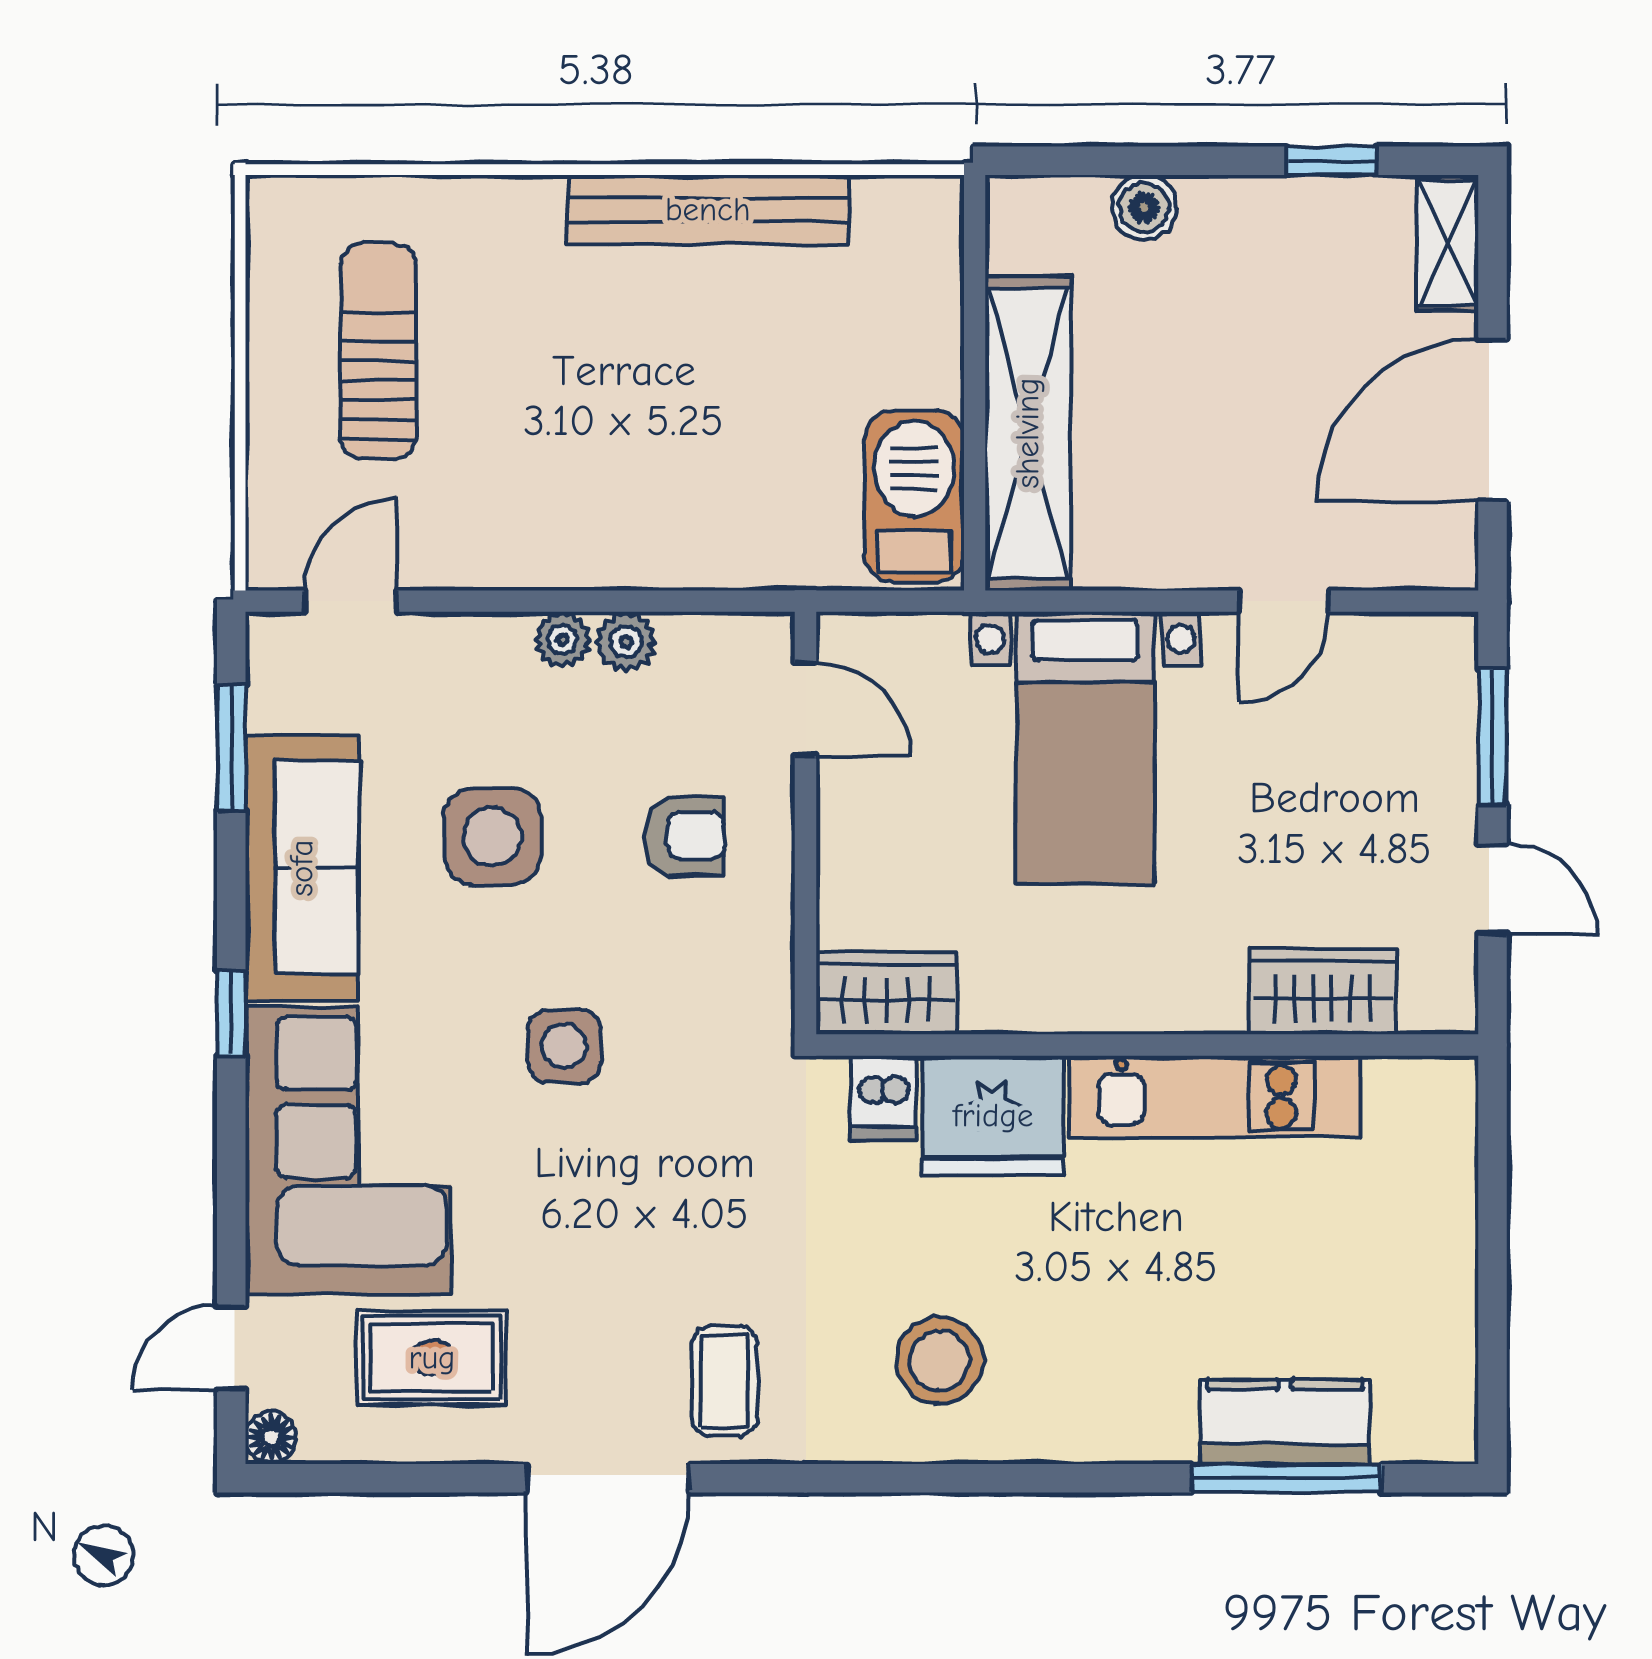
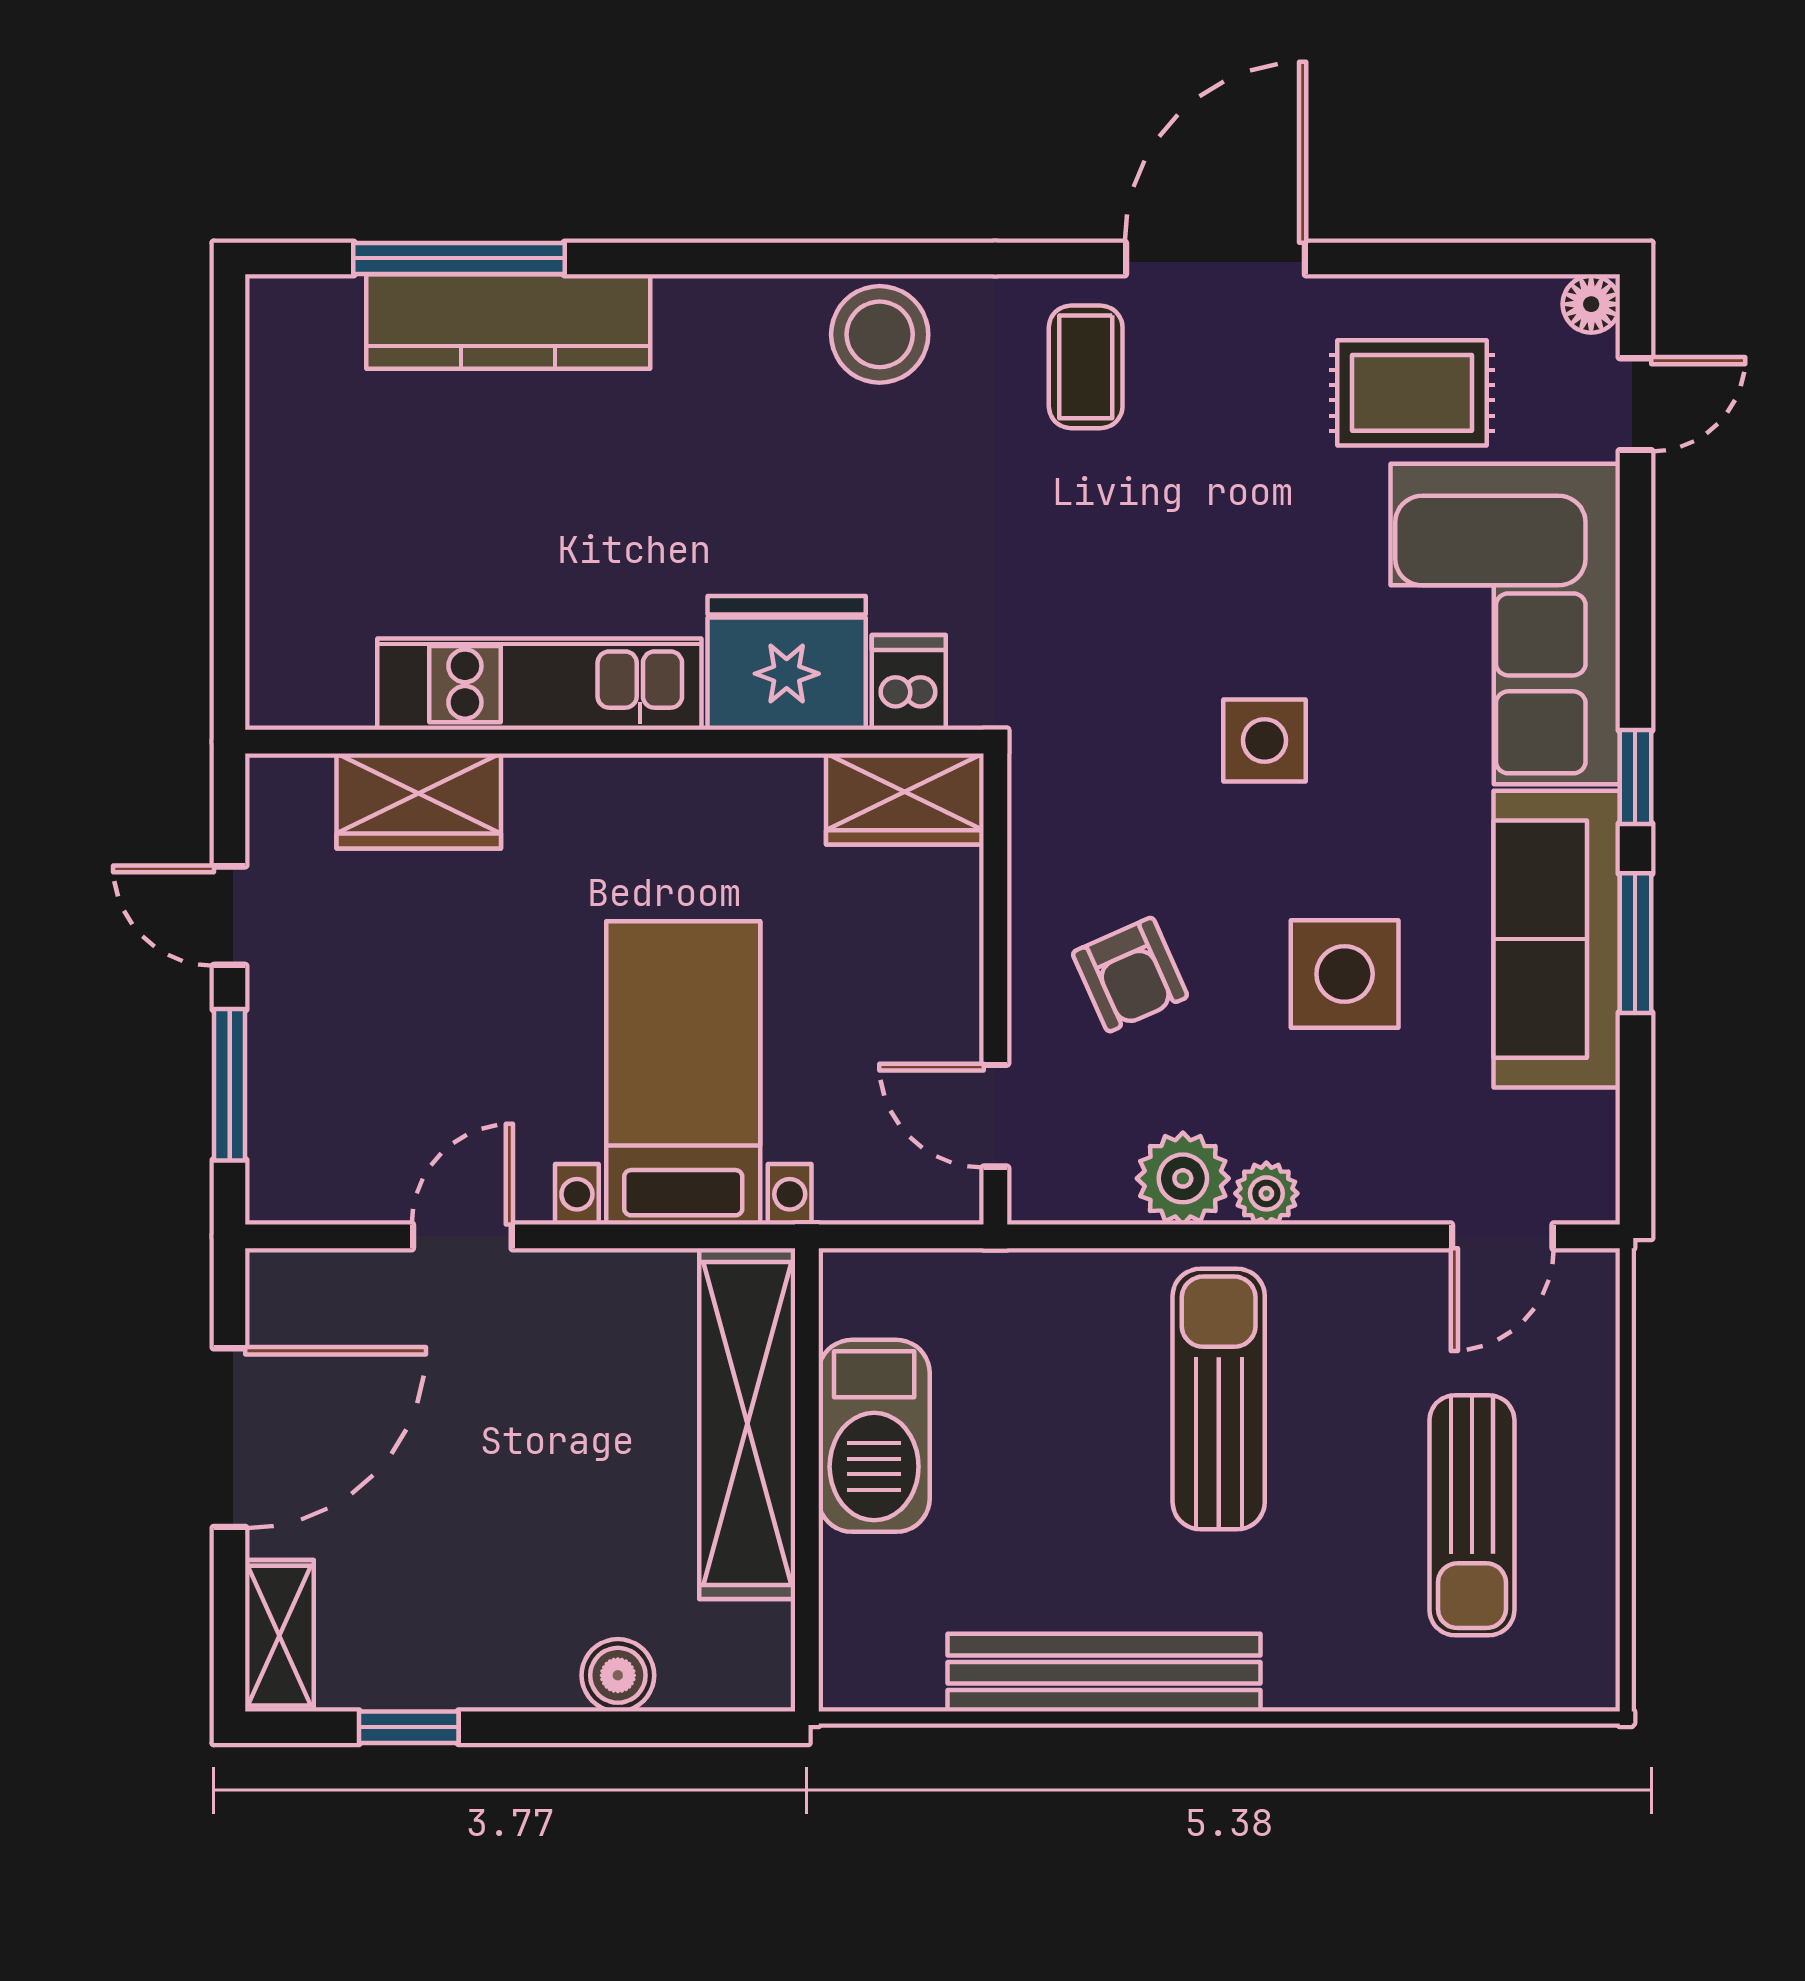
sun lounger: (605, 455) -> (1219, 1399), added
barbecue: (914, 496) -> (874, 1436), moved
plant: (626, 642) -> (1183, 1178), width x1.38, depth x1.38
window: (231, 747) -> (1635, 943), moved
armchair: (685, 836) -> (1130, 975), turned -114
stool: (940, 1360) -> (880, 334), moved
kitchen counter: (1285, 1422) -> (508, 321), width x1.50

